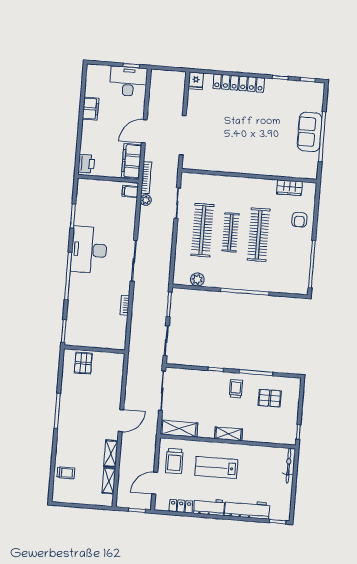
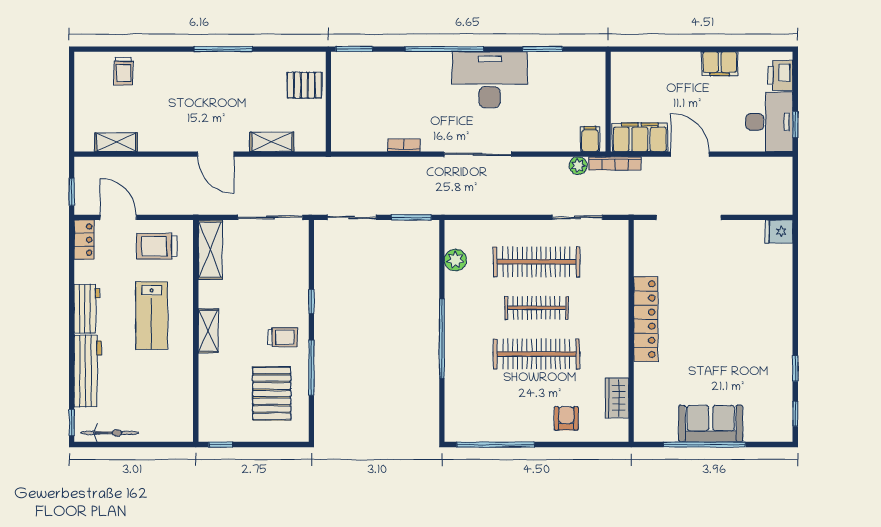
locker: (239, 83) -> (646, 319), moved, turned 180
printer: (86, 164) -> (780, 75), moved, turned 90
armchair: (299, 220) -> (566, 418), turned 90
pallet: (270, 398) -> (272, 393), width x1.50, depth x1.42
shelving: (111, 454) -> (272, 142), moved
bicycle: (288, 466) -> (110, 433), moved
lab bench: (216, 468) -> (152, 316), turned 180
locker: (181, 506) -> (84, 240), moved

